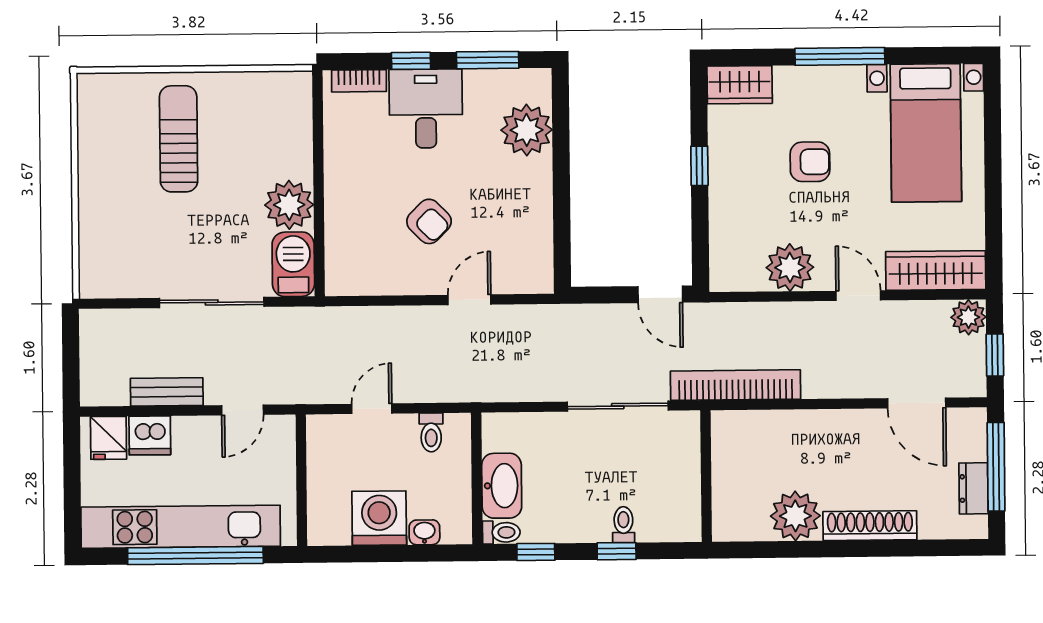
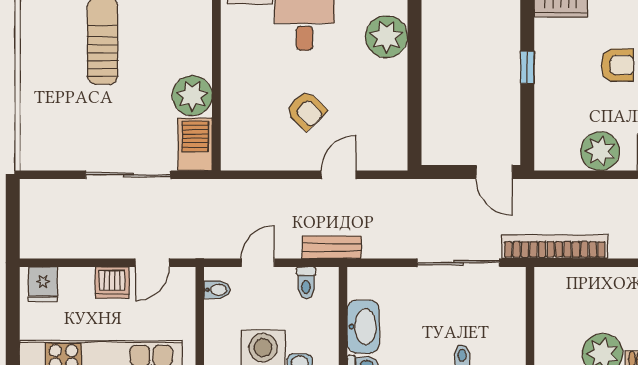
bench: (167, 392) -> (332, 247), moved
dishwasher: (150, 435) -> (112, 283), moved
bidet: (322, 442) -> (217, 290), added

